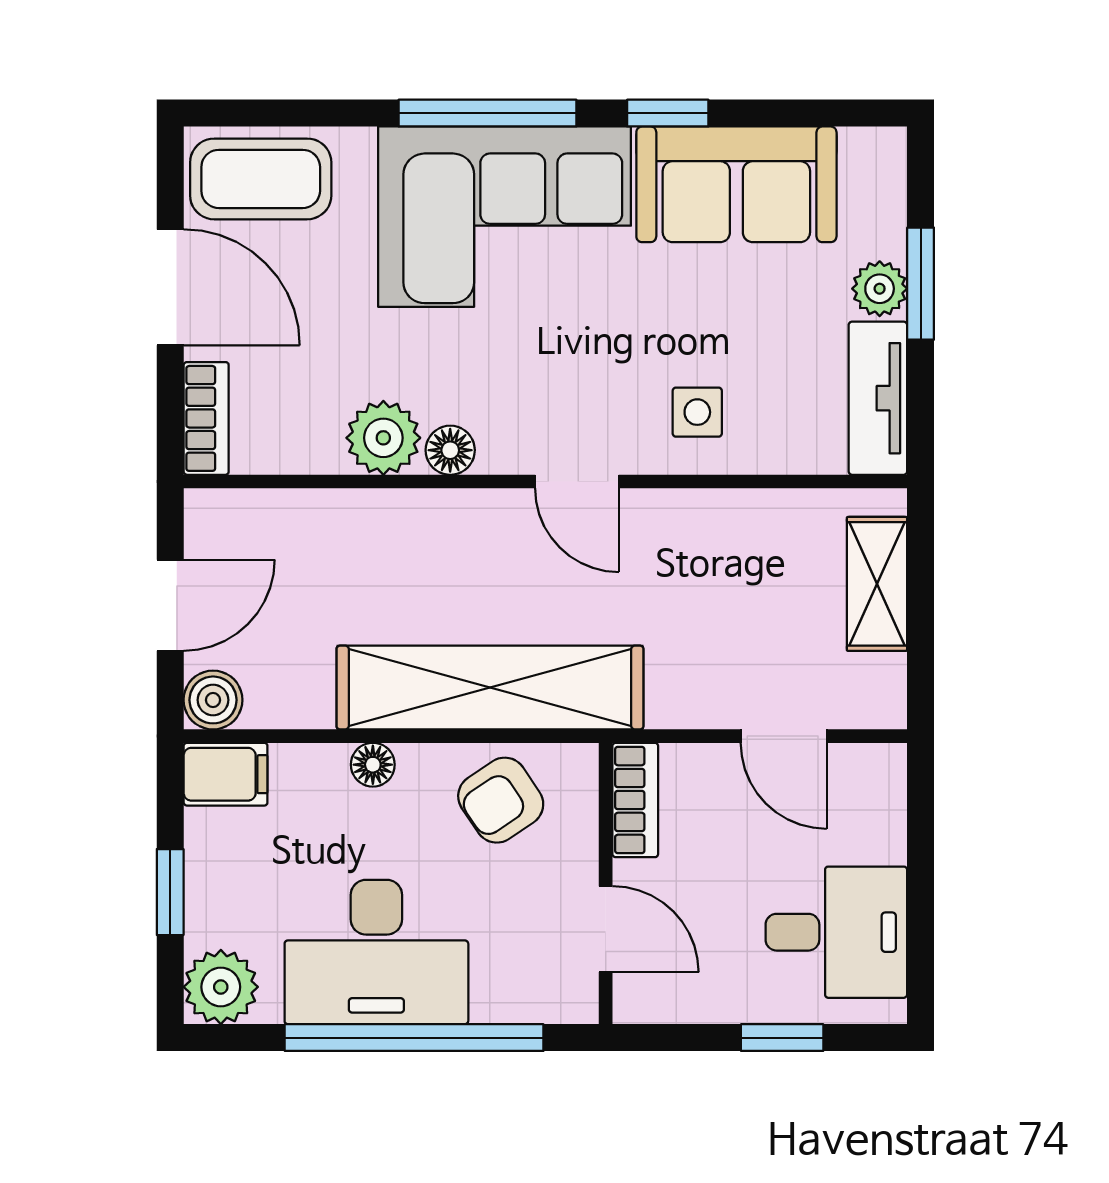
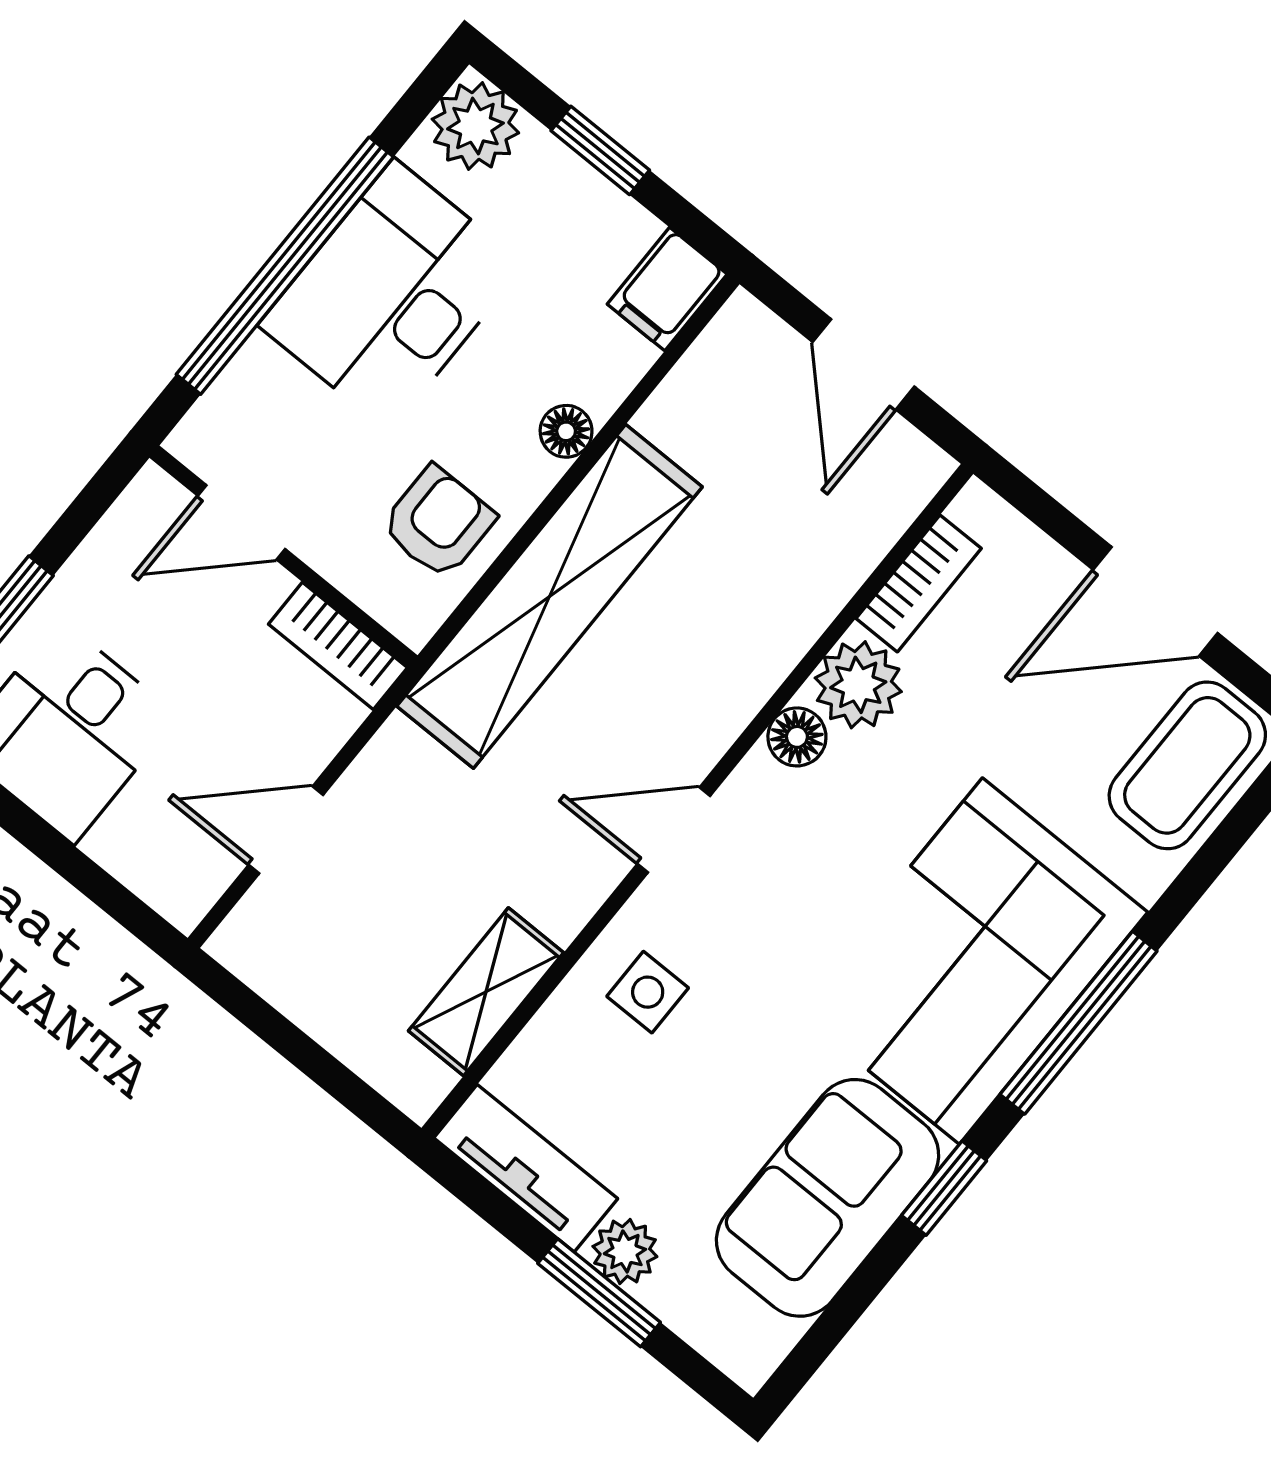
bookcase: (206, 418) -> (919, 583), moved, turned -90
shelving: (877, 584) -> (486, 992), moved, turned 90
boiler: (213, 700) -> (745, 333), removed
armchair: (501, 800) -> (438, 522), turned 34

